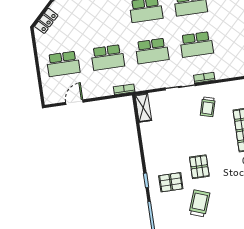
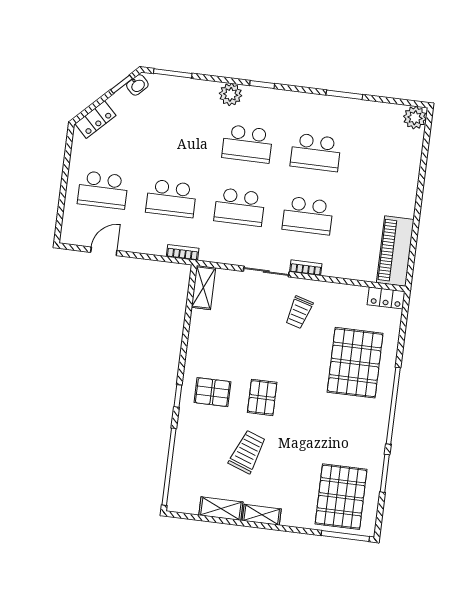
pallet: (171, 182) -> (212, 392), moved

